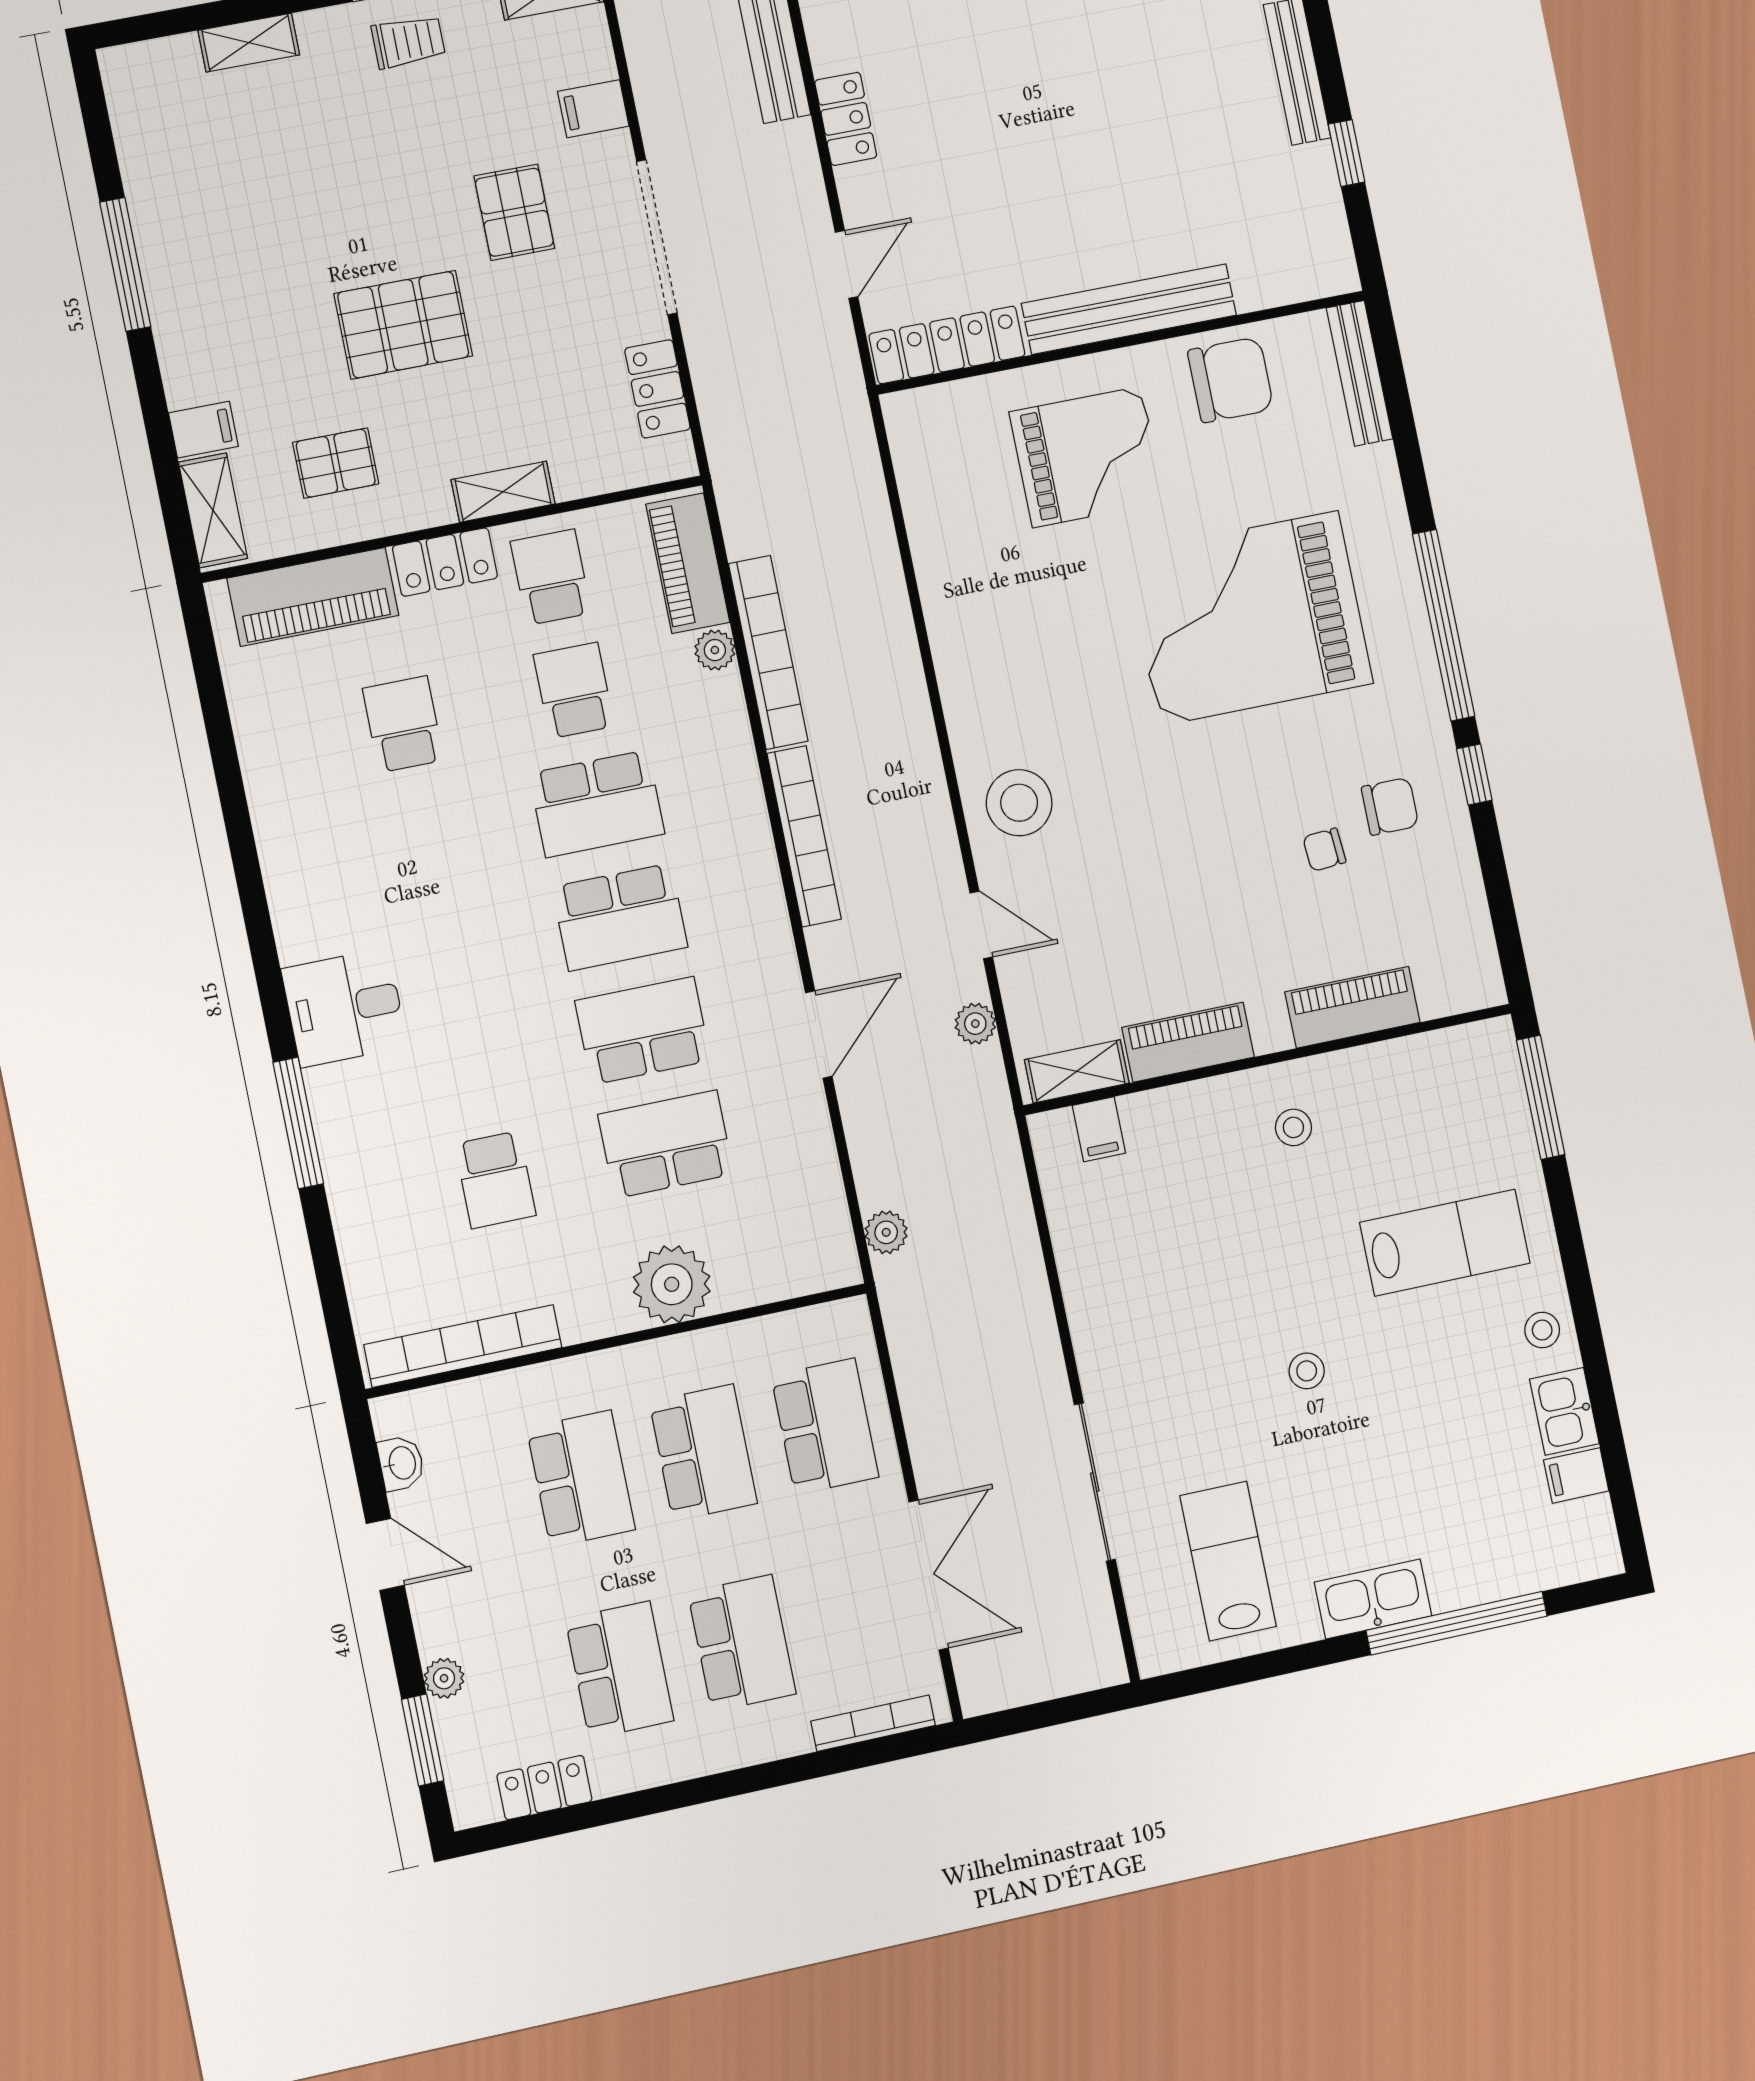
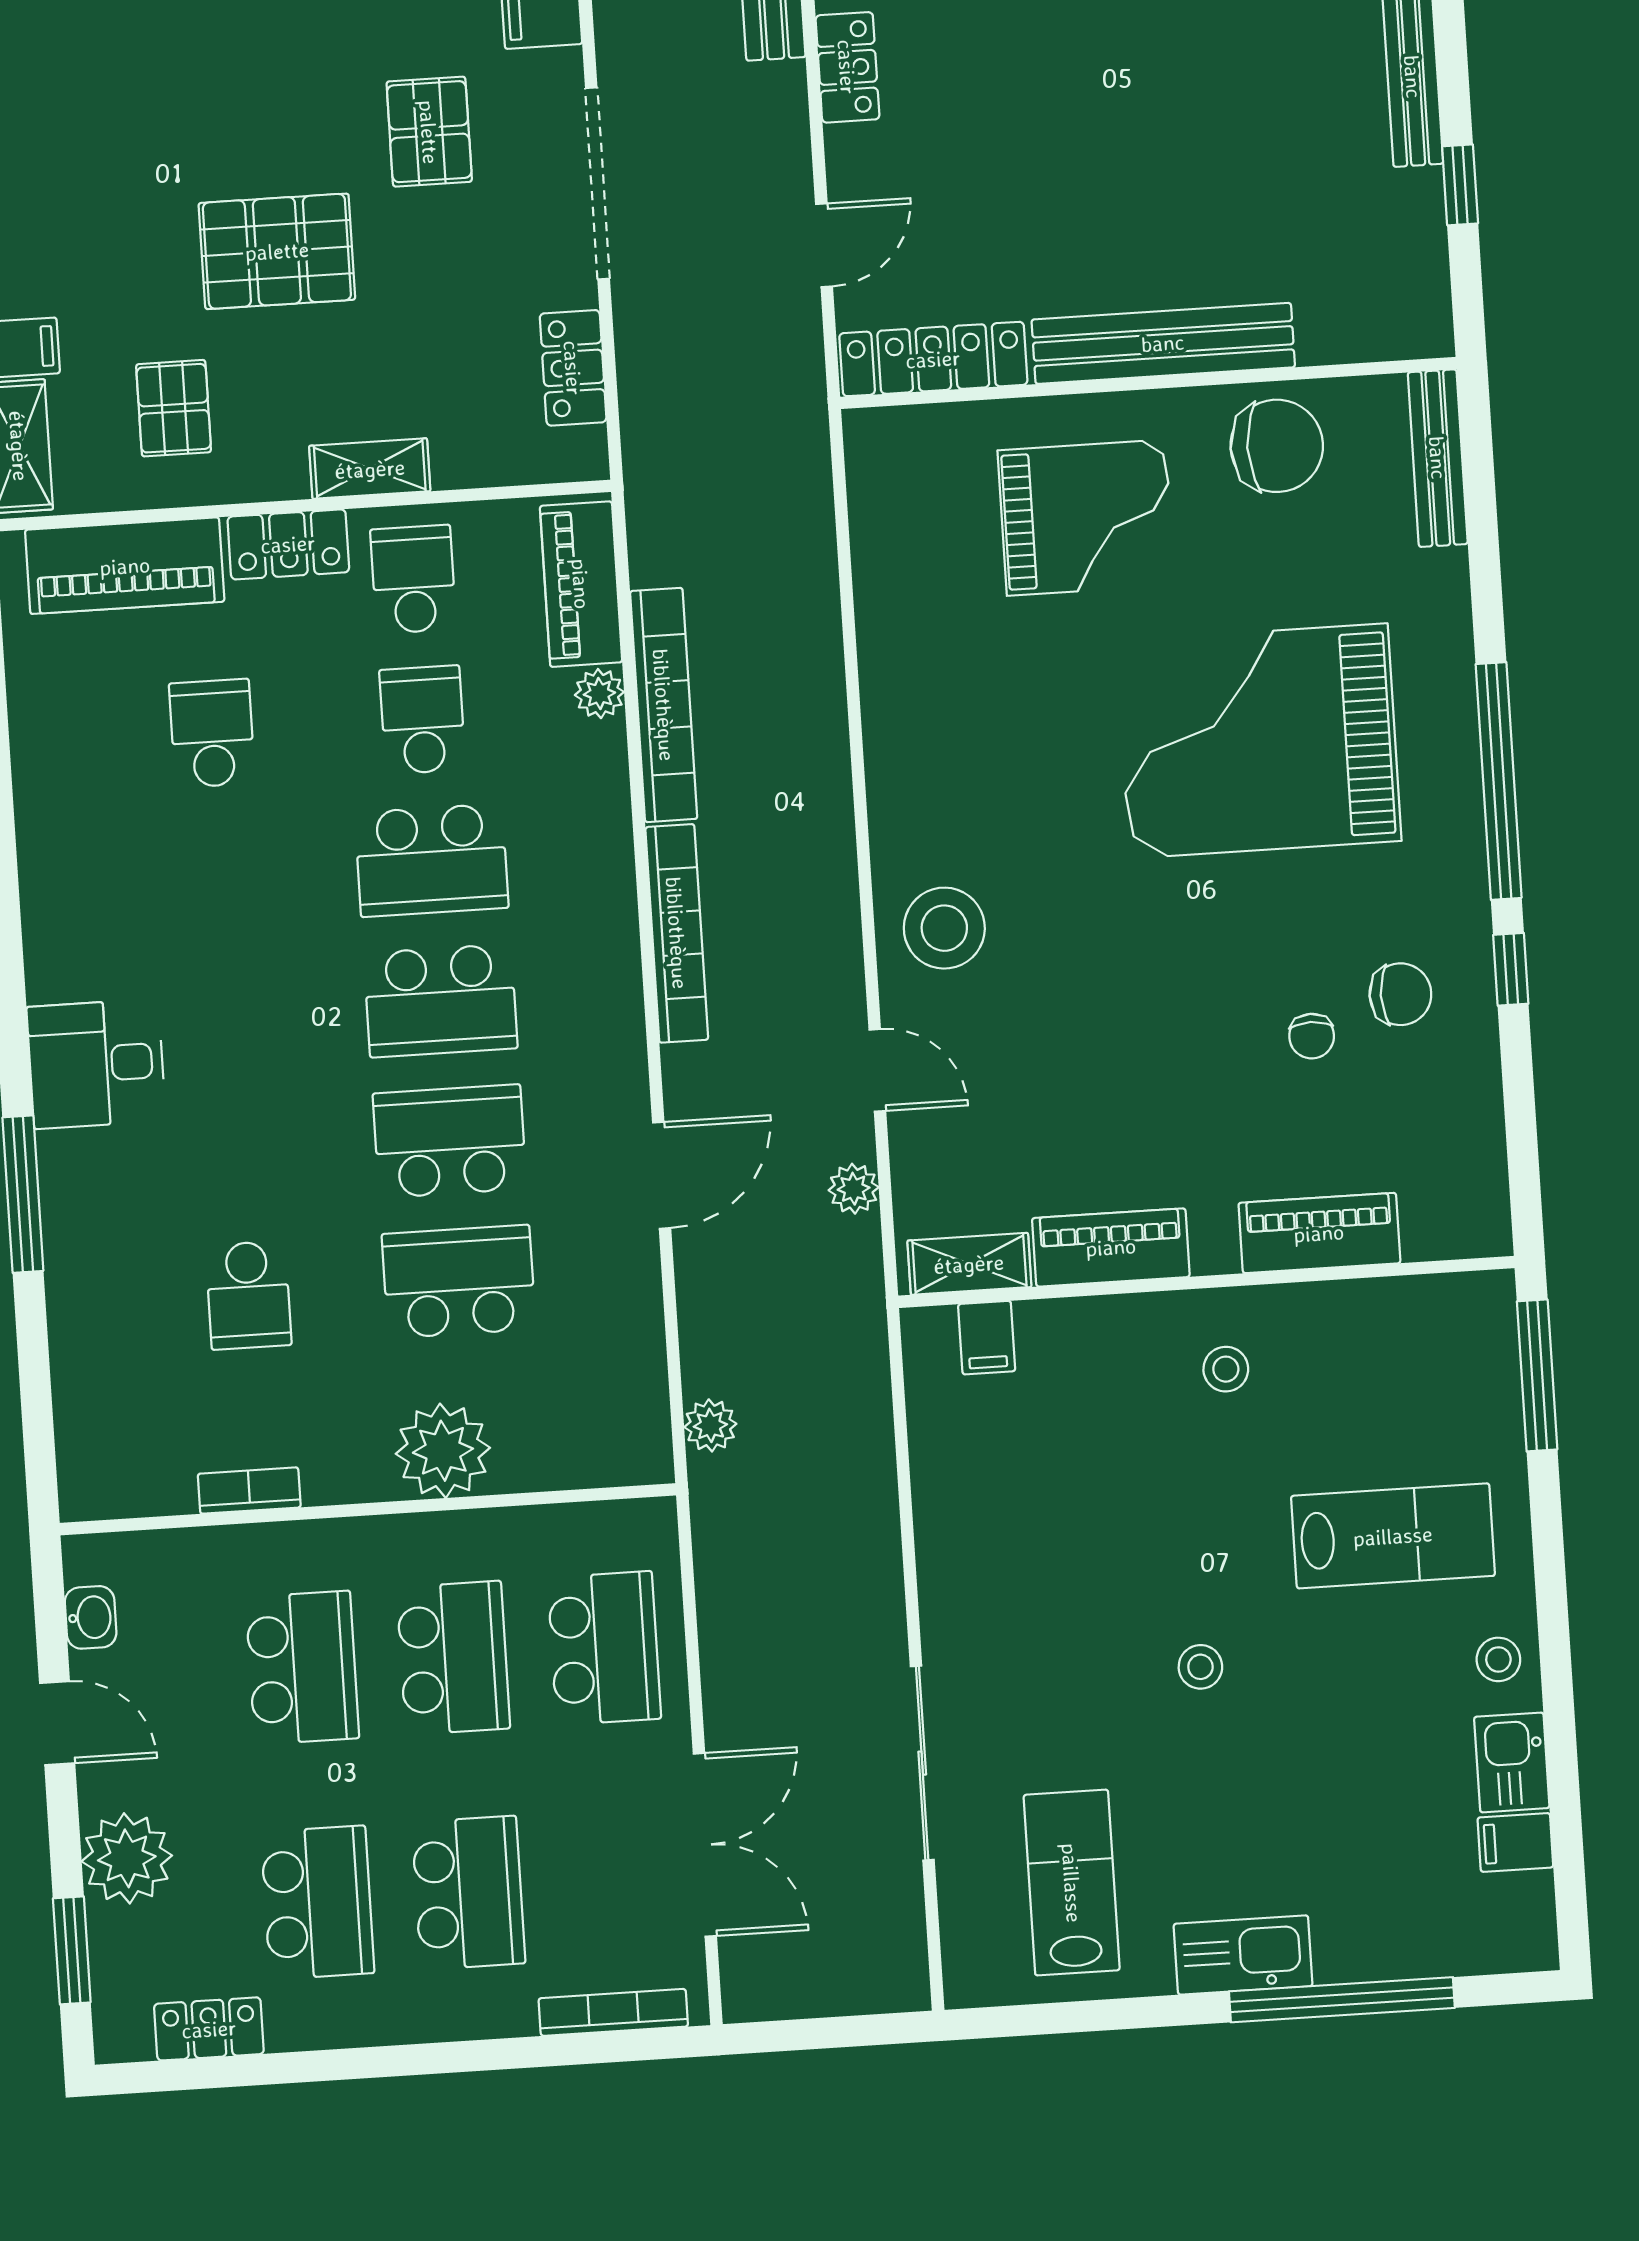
pallet: (336, 463) -> (174, 408), turned 90
chair: (1324, 850) -> (1312, 1036), turned -86
bookcase: (463, 1346) -> (249, 1491), width x0.43, depth x0.76
plant: (444, 1678) -> (127, 1858), width x1.88, depth x1.88

